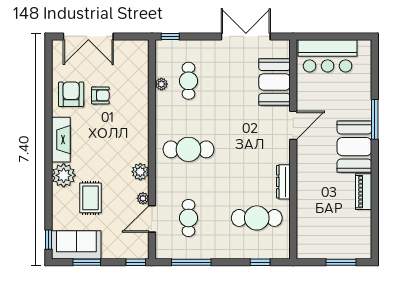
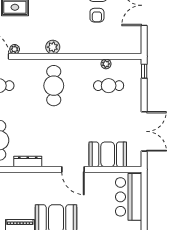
plant: (140, 172) -> (53, 47), moved

